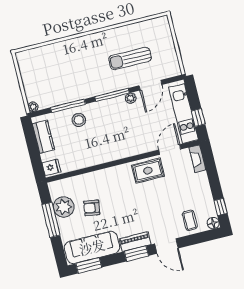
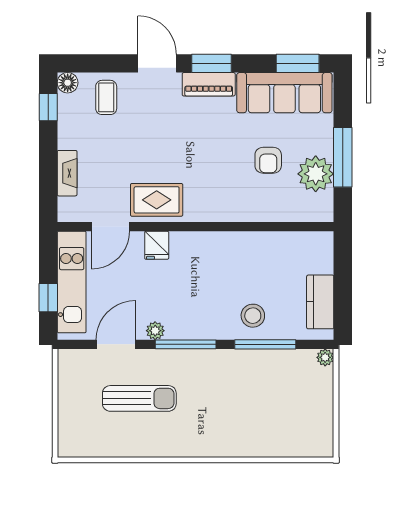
window: (198, 117) -> (48, 298), moved
fireplace: (197, 159) -> (67, 173), moved
fridge: (51, 167) -> (157, 245), moved, turned -90
armchair: (92, 208) -> (268, 160), turned 81

